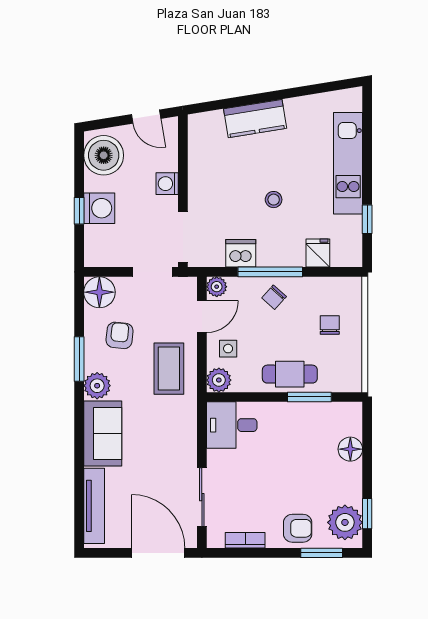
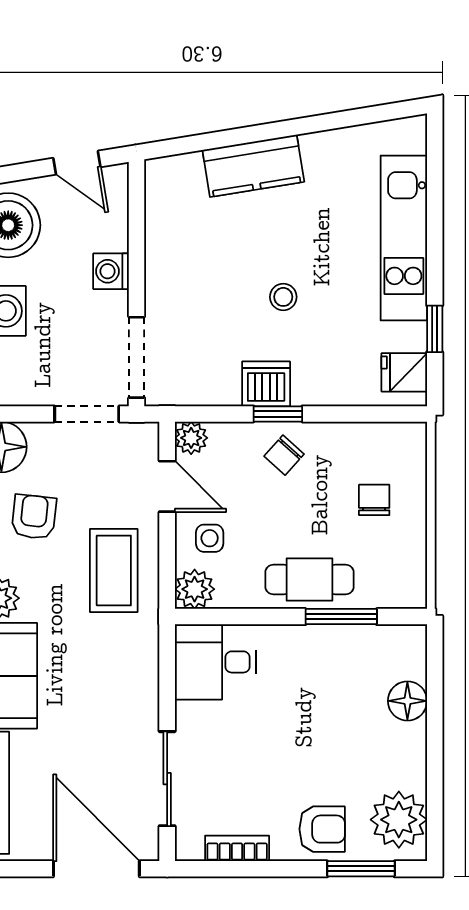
dishwasher: (241, 253) -> (266, 384), moved
fridge: (318, 253) -> (404, 372), moved, turned -90
window: (270, 272) -> (278, 414), width x0.46
door: (202, 317) -> (167, 486), hinge flipped
window: (367, 514) -> (435, 805), removed

